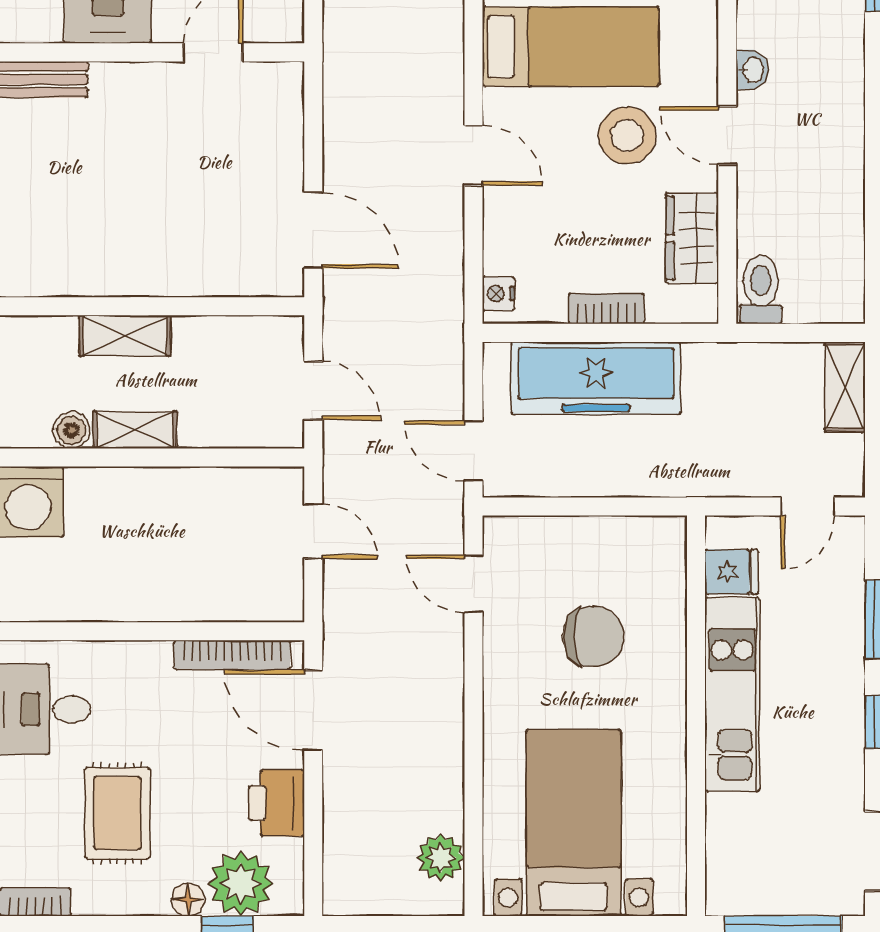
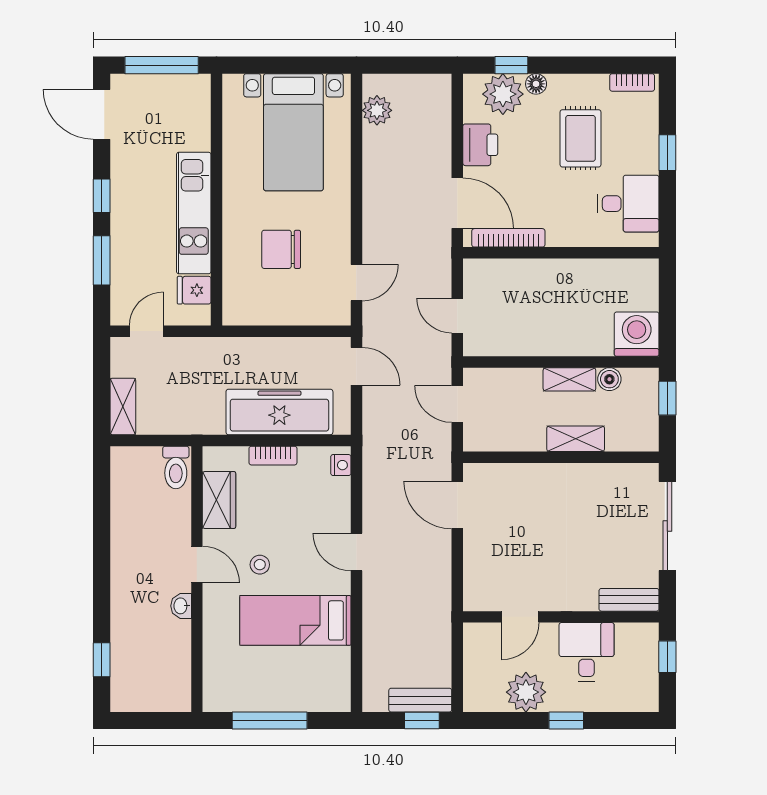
stool: (627, 135) -> (260, 565), width x0.53, depth x0.53
door: (473, 584) -> (356, 283), hinge flipped

